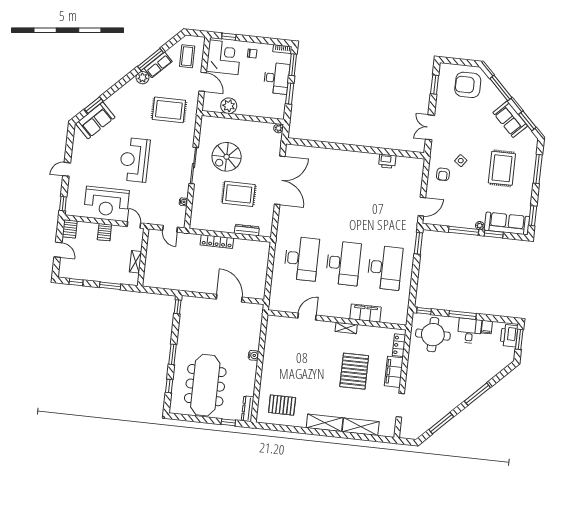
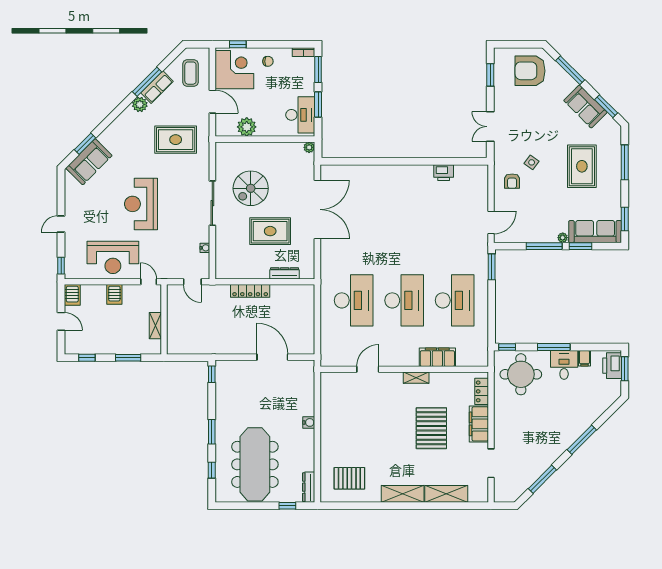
desk: (277, 78) -> (300, 115), moved

